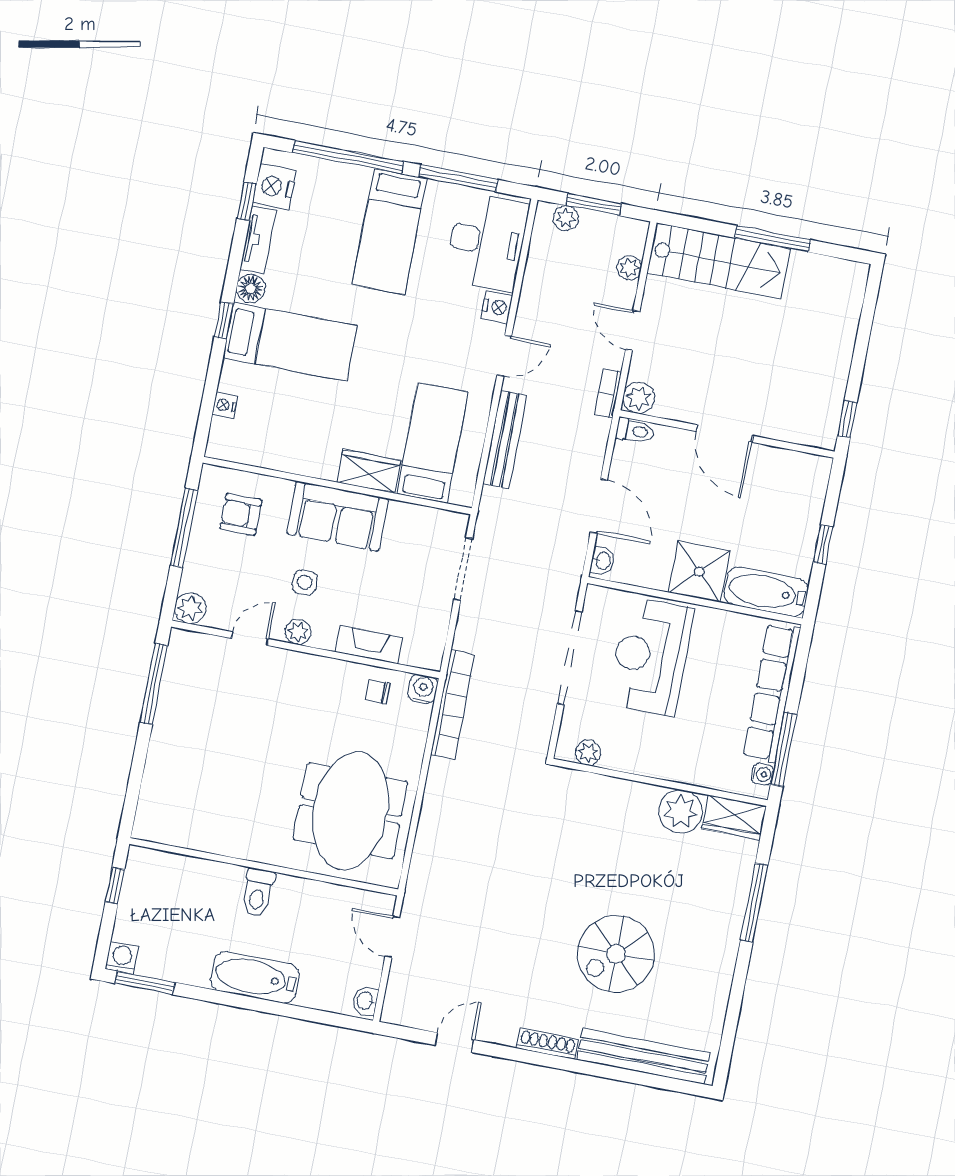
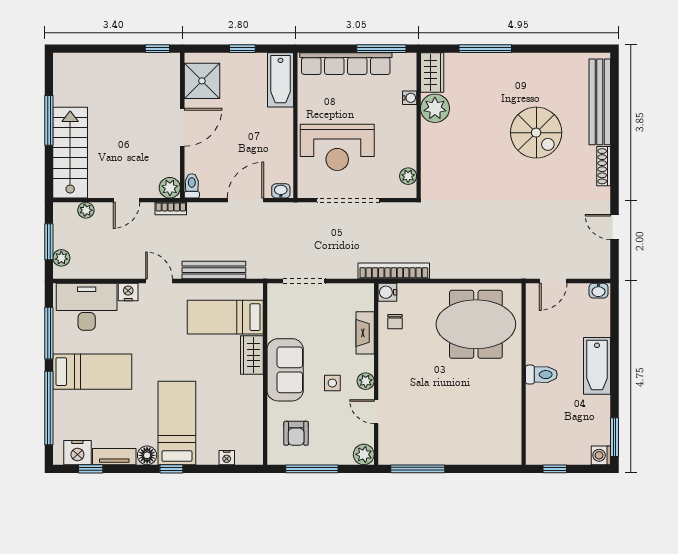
shower: (699, 571) -> (202, 81), moved
water cooler: (762, 774) -> (410, 98), moved, turned 90

